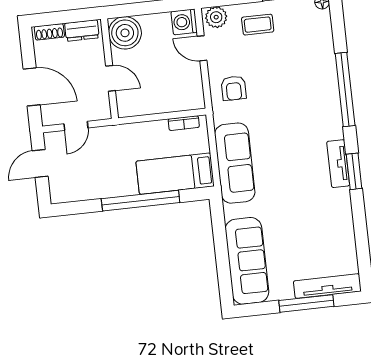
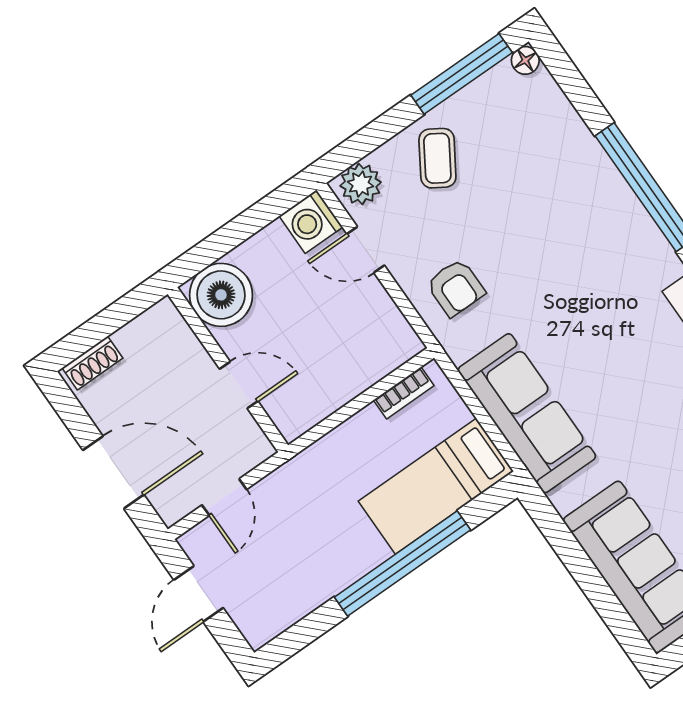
coffee table: (258, 25) -> (437, 158), turned -58
dresser: (82, 30) -> (146, 331), removed

